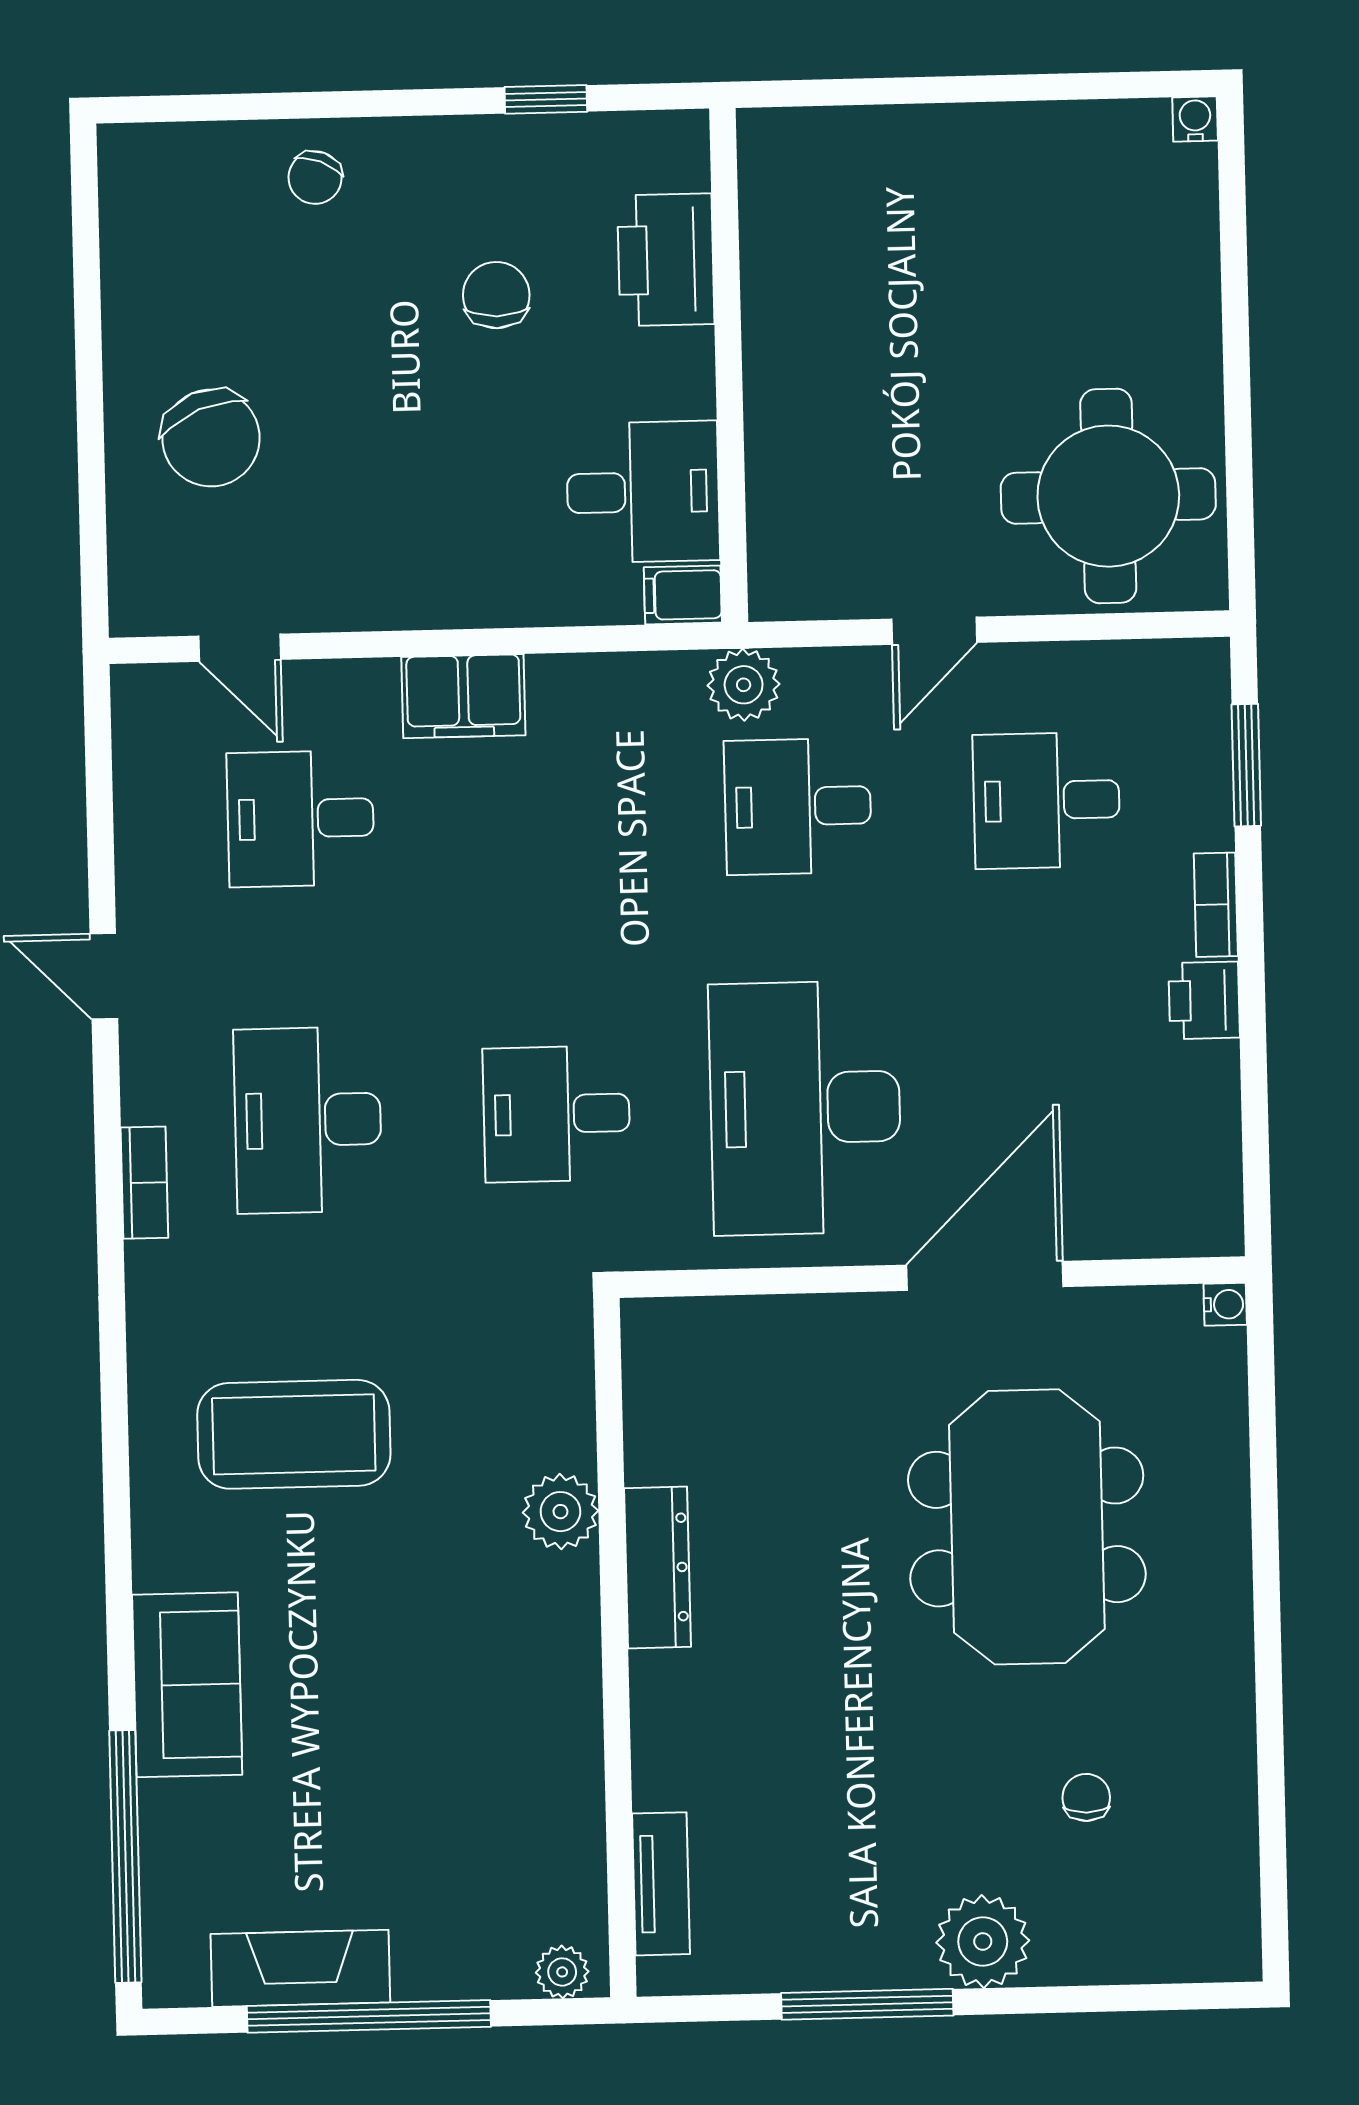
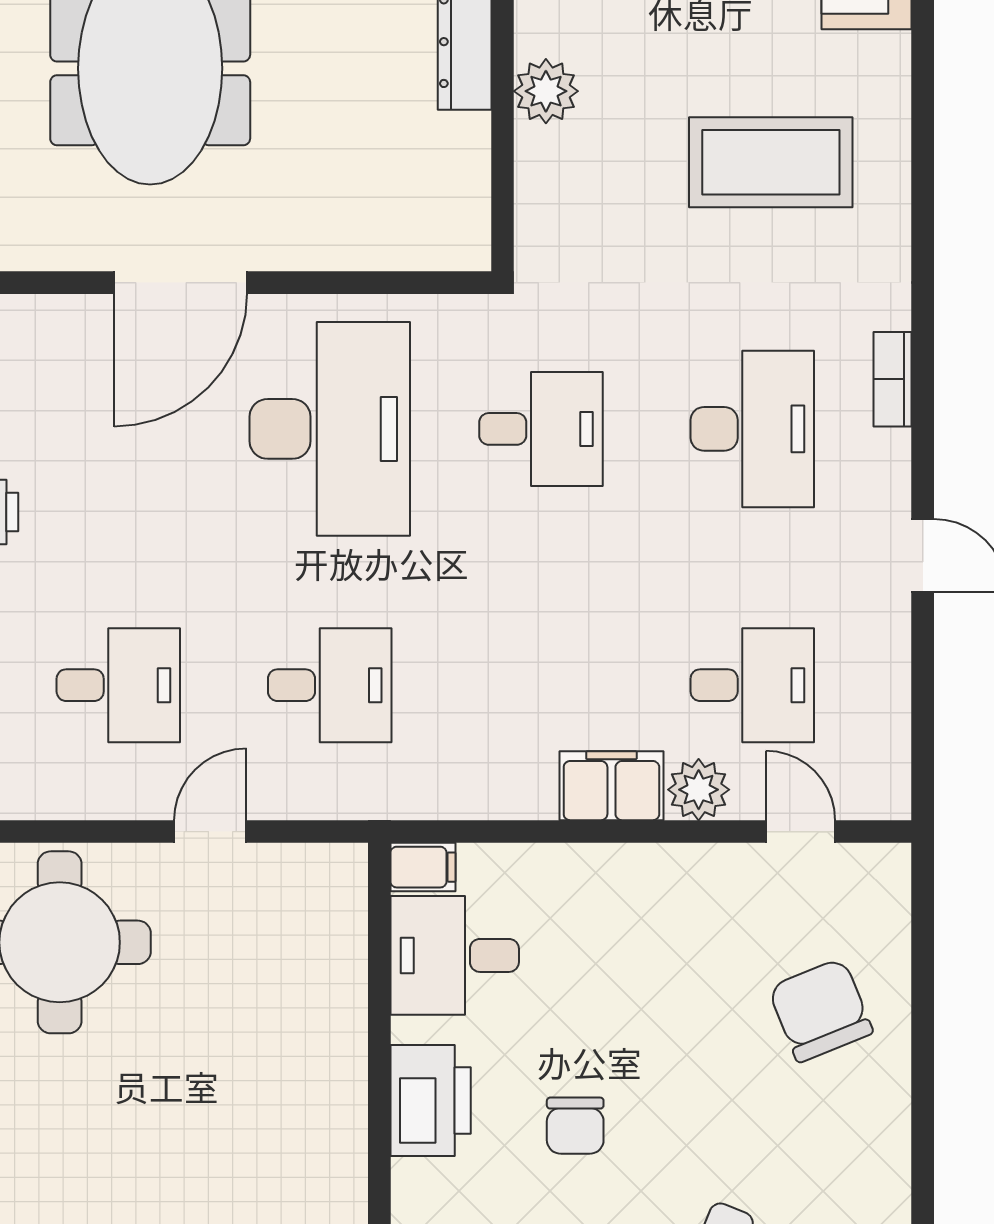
printer: (666, 260) -> (431, 1101), moved
plant: (744, 685) -> (699, 790), moved

